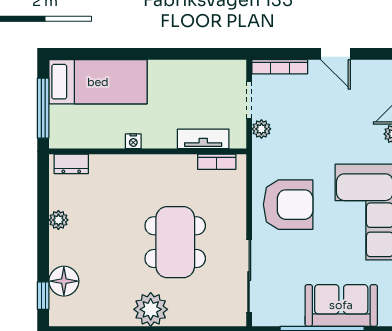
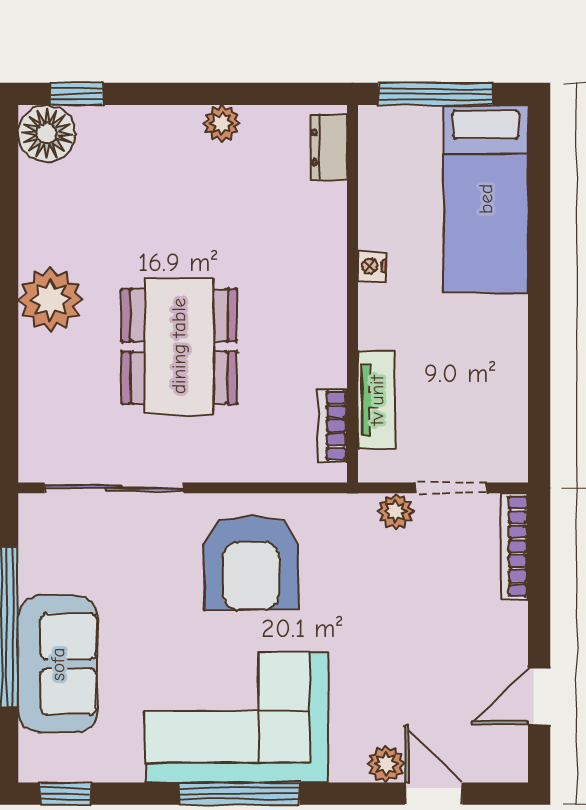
door: (336, 54) -> (539, 697), moved
dining table: (175, 242) -> (179, 346), turned 90
floor lamp: (64, 281) -> (47, 134), moved

